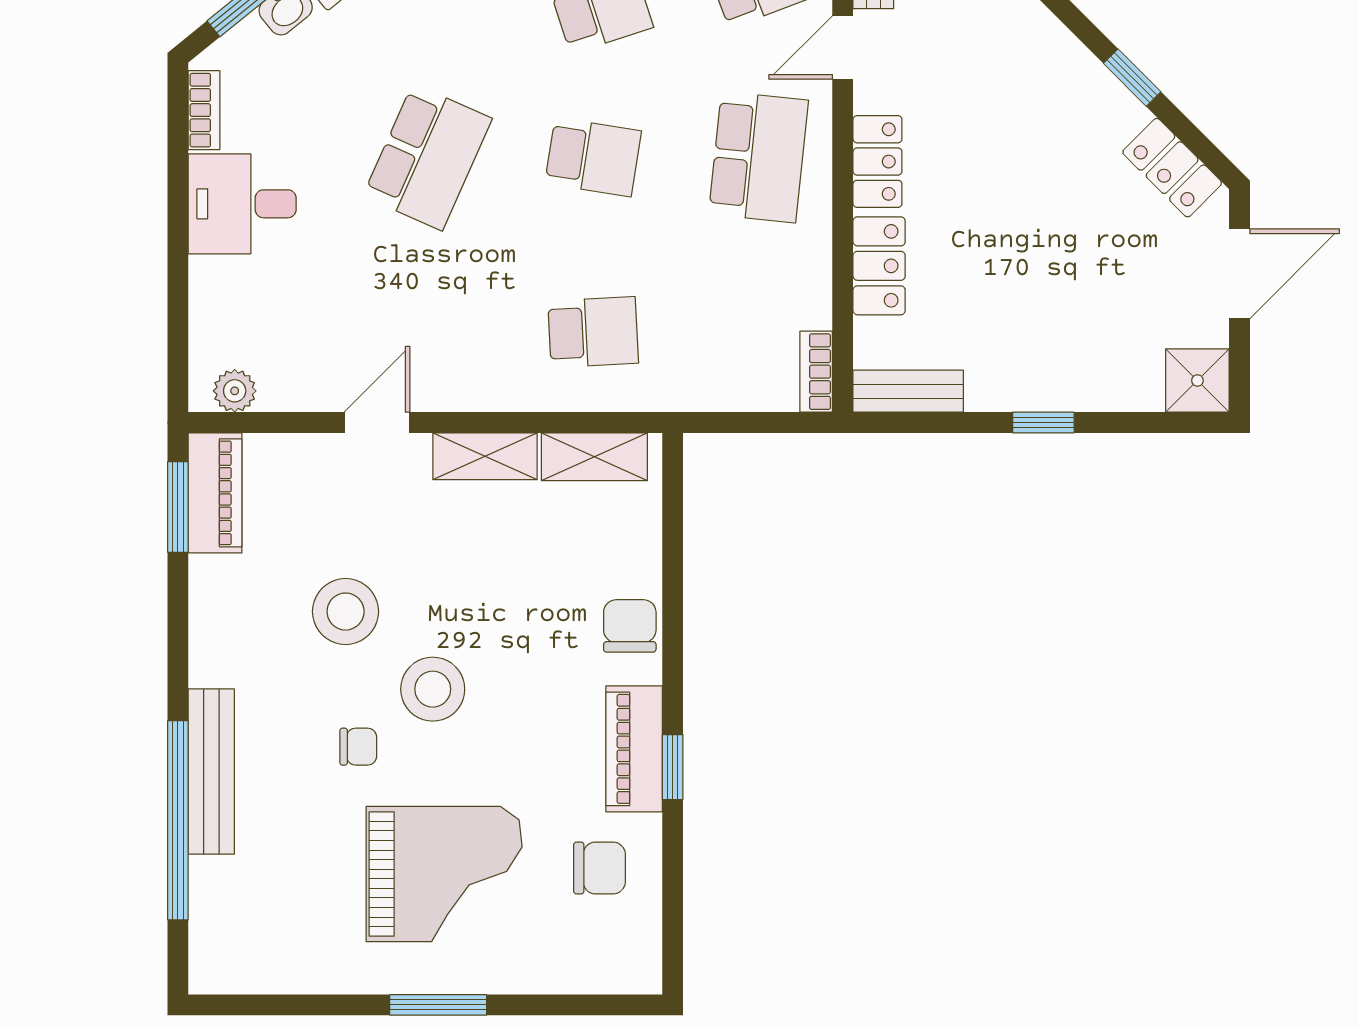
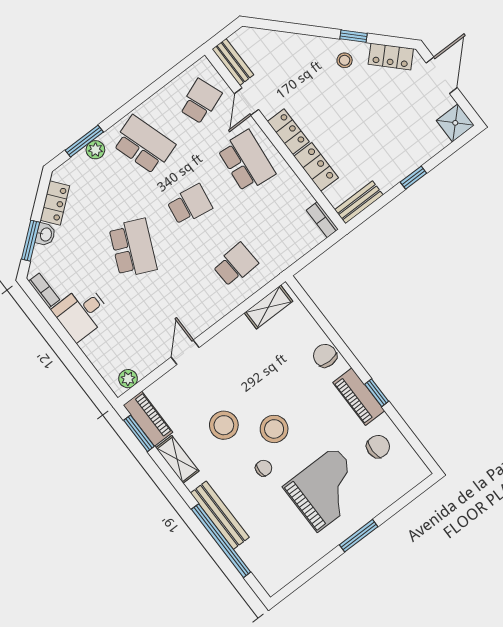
stool: (1082, 109) -> (345, 60), added
shelving: (485, 456) -> (177, 459), moved, turned 90

